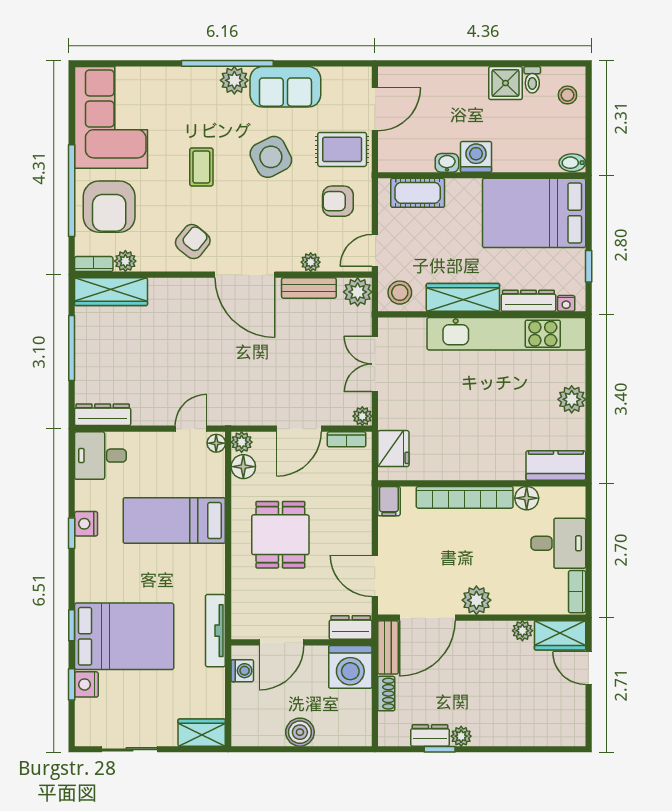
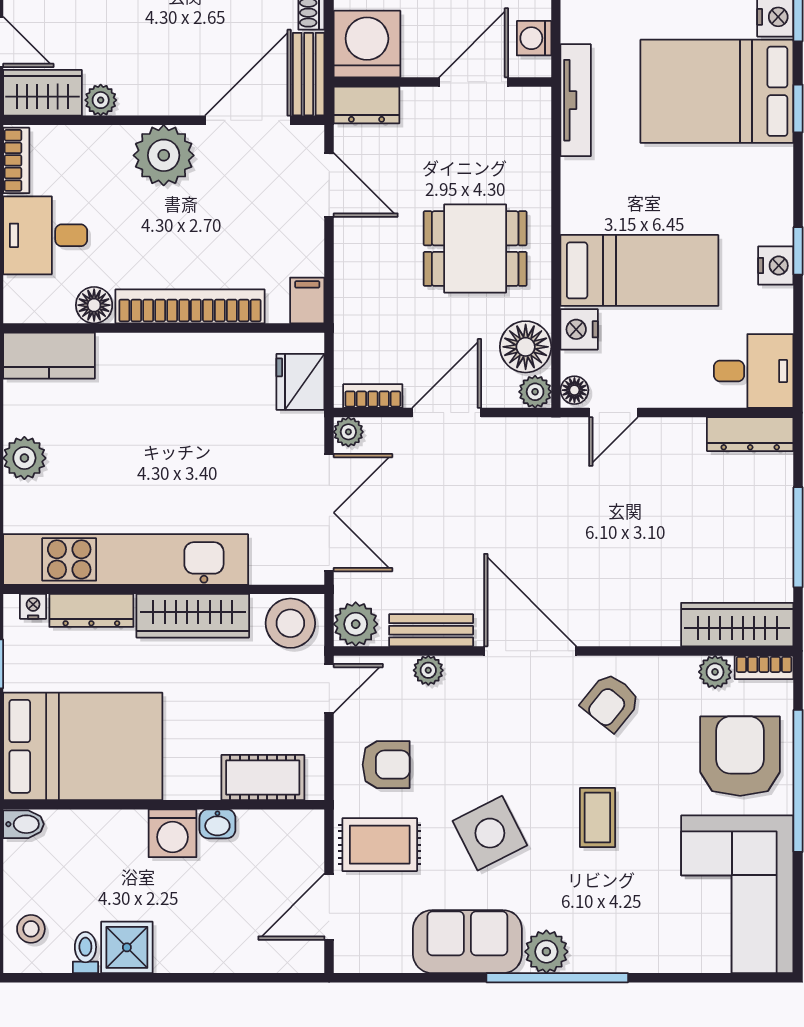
stool: (400, 293) -> (290, 623), width x1.38, depth x1.38
double door: (375, 364) -> (329, 513), width x1.37
floor lamp: (243, 467) -> (526, 347), width x1.38, depth x1.38
nightstand: (213, 483) -> (579, 329), added
dining table: (280, 535) -> (475, 249), turned 90
plant: (476, 600) -> (164, 155), width x1.36, depth x1.36

